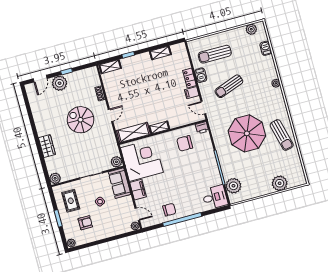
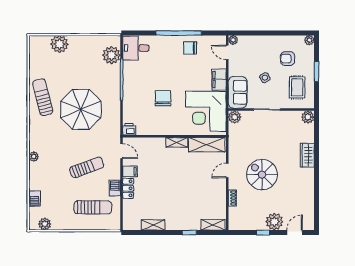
spiral stairs: (80, 120) -> (262, 175), turned 180
chair: (185, 143) -> (163, 98), moved, turned -90

